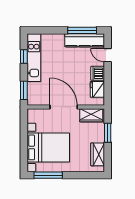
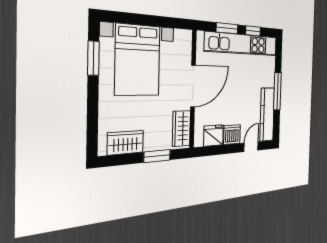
window: (82, 30) -> (277, 91), moved
kitchen unit: (34, 58) -> (242, 44), width x1.36
window: (24, 90) -> (227, 28), moved
window: (48, 175) -> (93, 58), width x0.69

